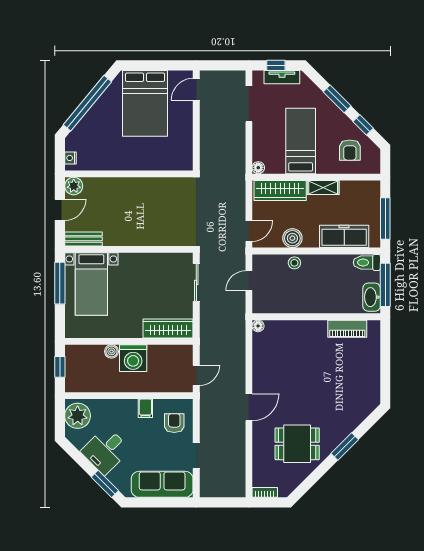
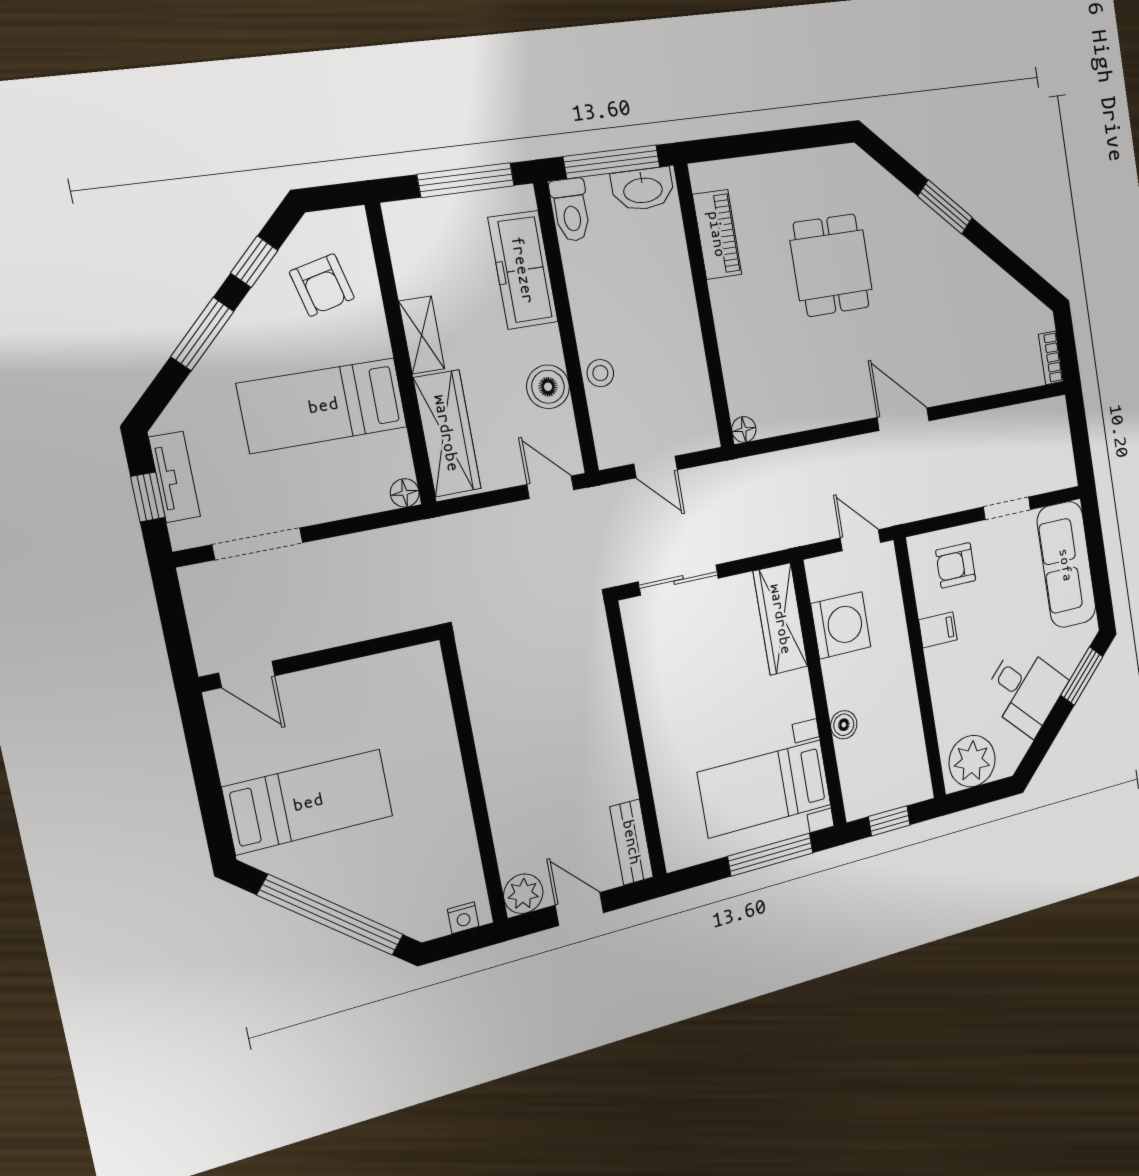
bed: (145, 103) -> (308, 802), width x0.67
armchair: (350, 150) -> (322, 285), turned 76
window: (60, 283) -> (771, 855), moved
bed with nightstands: (91, 284) -> (765, 789), moved, turned 180
washing machine: (133, 358) -> (841, 625), moved
dining table: (297, 444) -> (831, 265), moved

